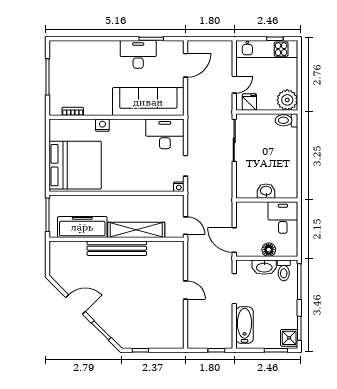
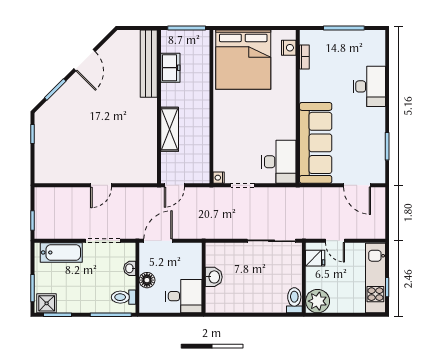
desk: (138, 54) -> (369, 86), moved
nightstand: (102, 125) -> (289, 48), moved
freezer: (82, 227) -> (170, 68), width x0.52, depth x0.79
shelving: (136, 230) -> (170, 129), width x0.68
bench: (117, 248) -> (149, 64), moved
washbasin: (264, 267) -> (130, 268), width x0.52, depth x0.69

